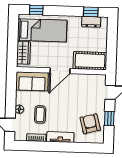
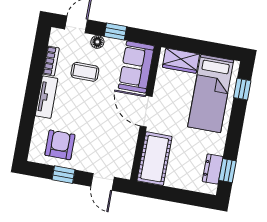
window: (11, 98) -> (115, 32), added
armchair: (90, 124) -> (60, 145), turned -75

